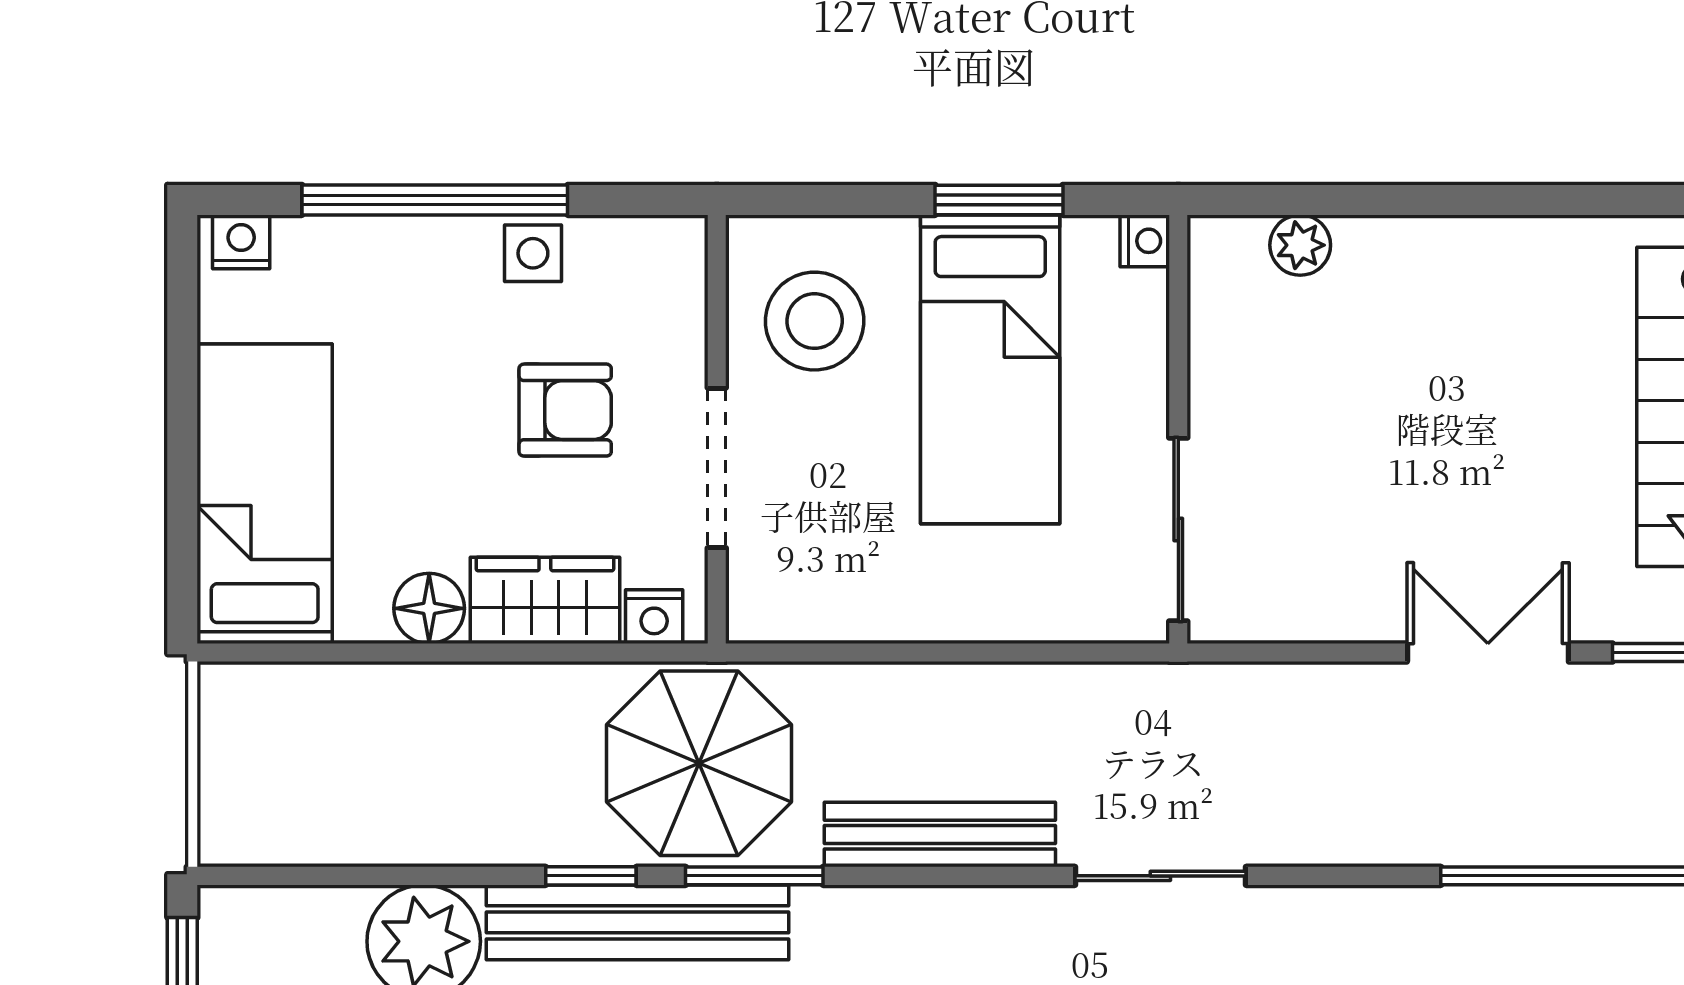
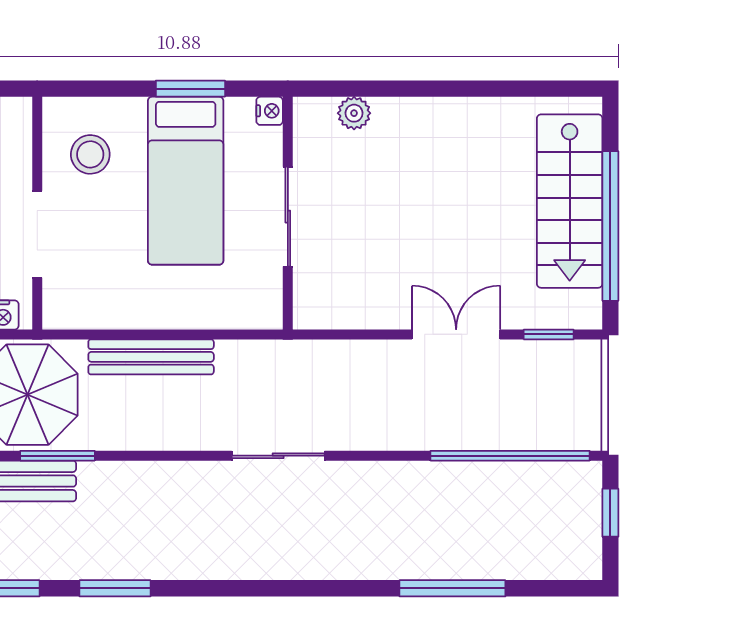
stool: (815, 321) -> (90, 154), width x0.73, depth x0.73
sliding door: (1178, 530) -> (288, 217), moved
bench: (940, 835) -> (151, 357), moved

